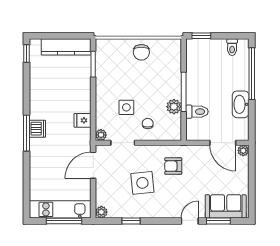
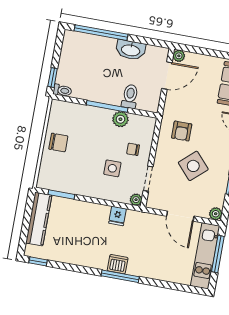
toilet: (232, 47) -> (62, 90), moved
door: (93, 165) -> (180, 216), moved
side table: (142, 183) -> (193, 166), turned -36

